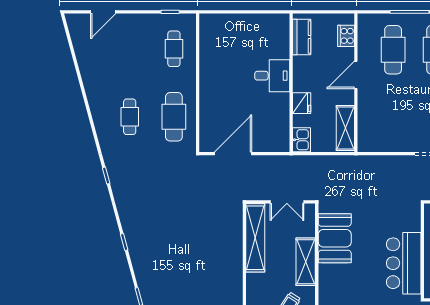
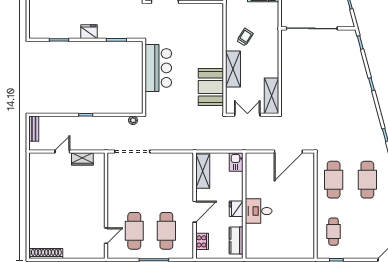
fridge: (302, 103) -> (236, 209), moved
cafe table: (130, 117) -> (367, 180), width x1.37, depth x1.35
shelving: (255, 238) -> (272, 96), width x0.68

